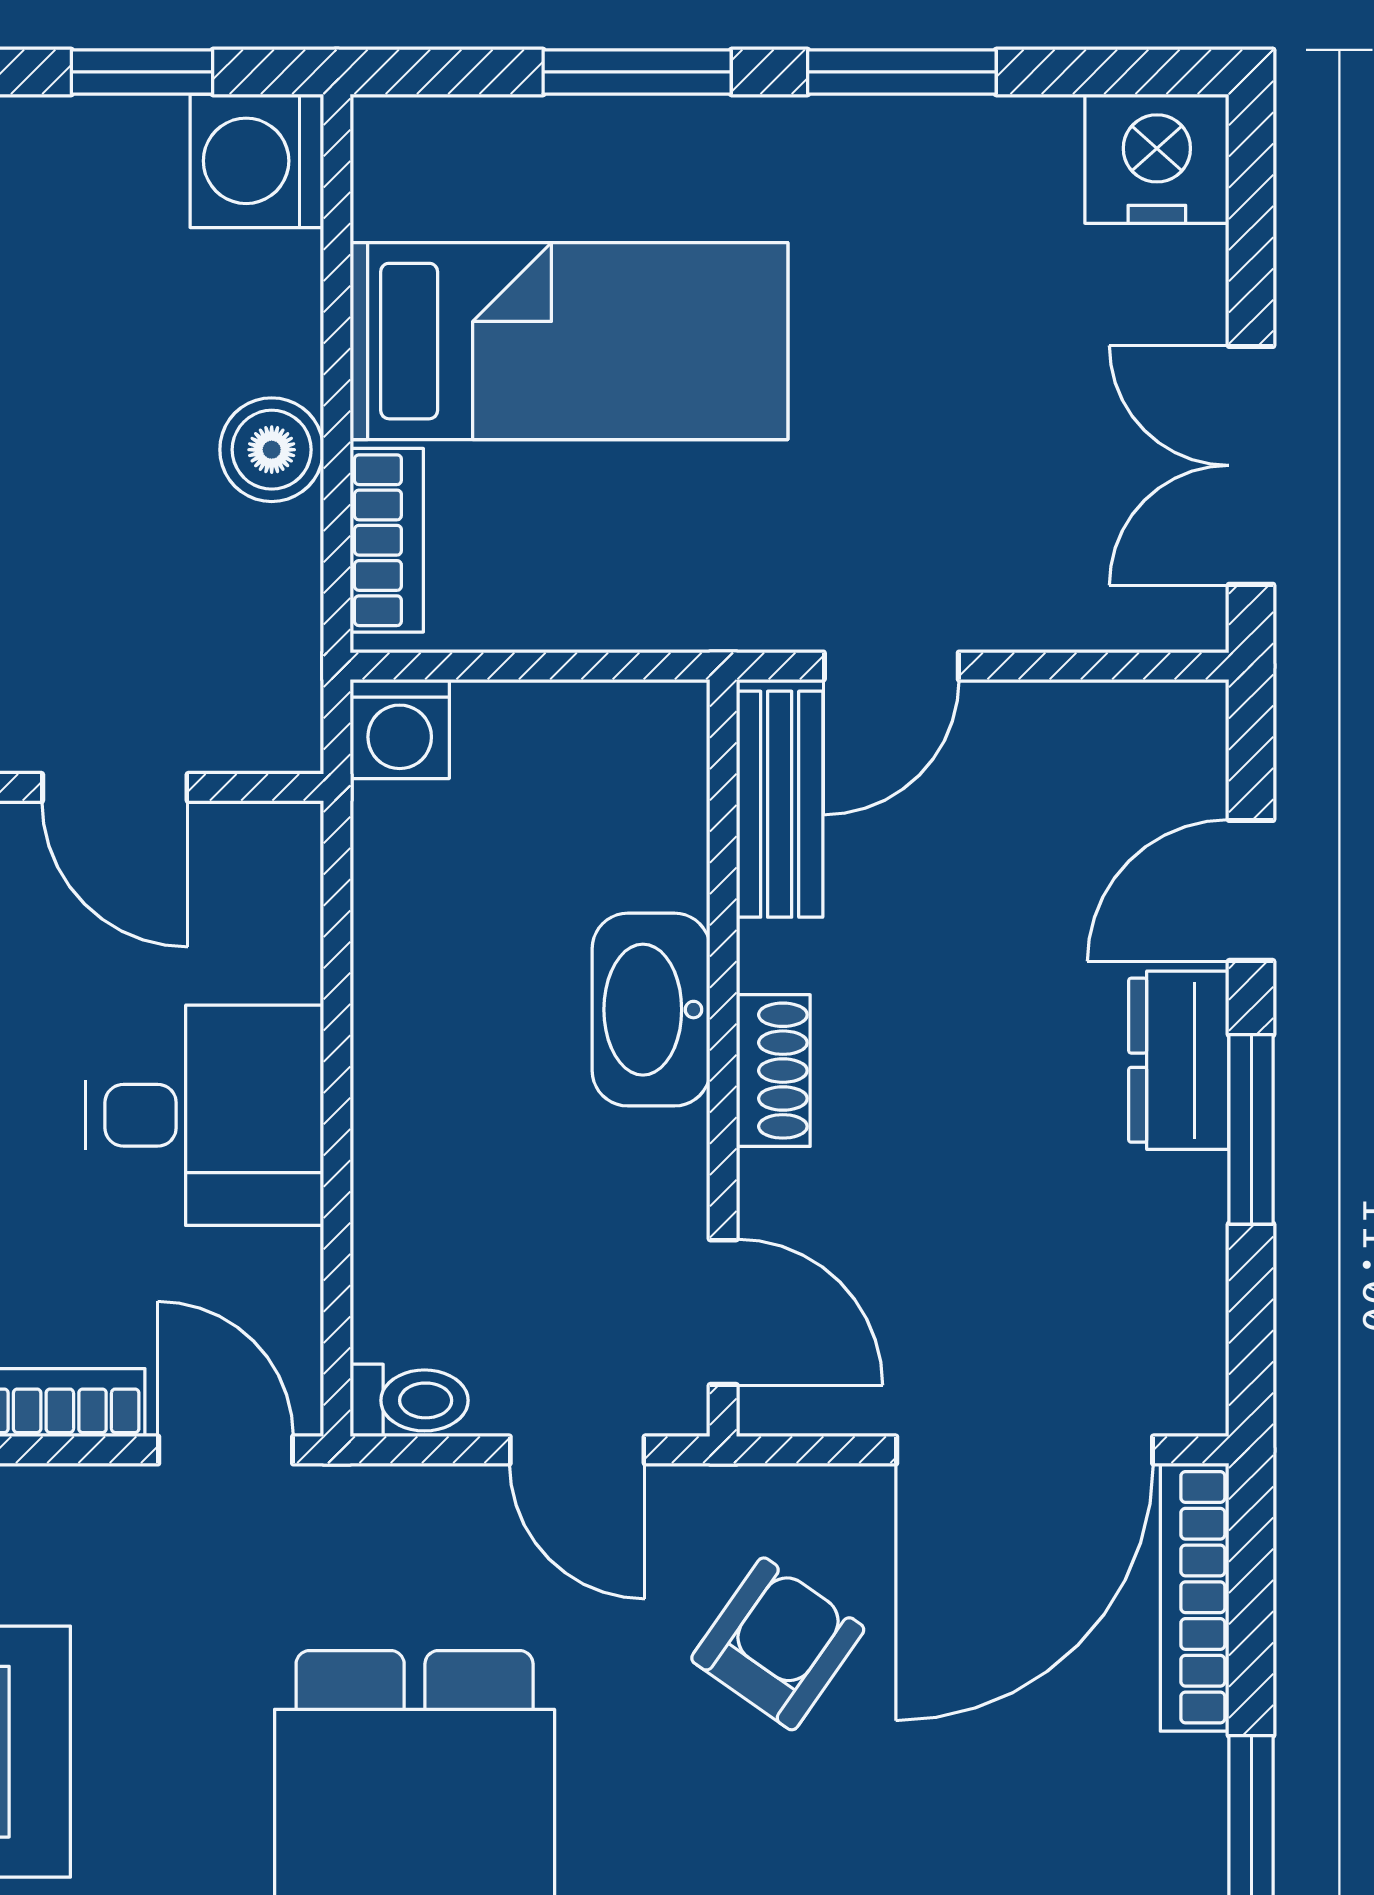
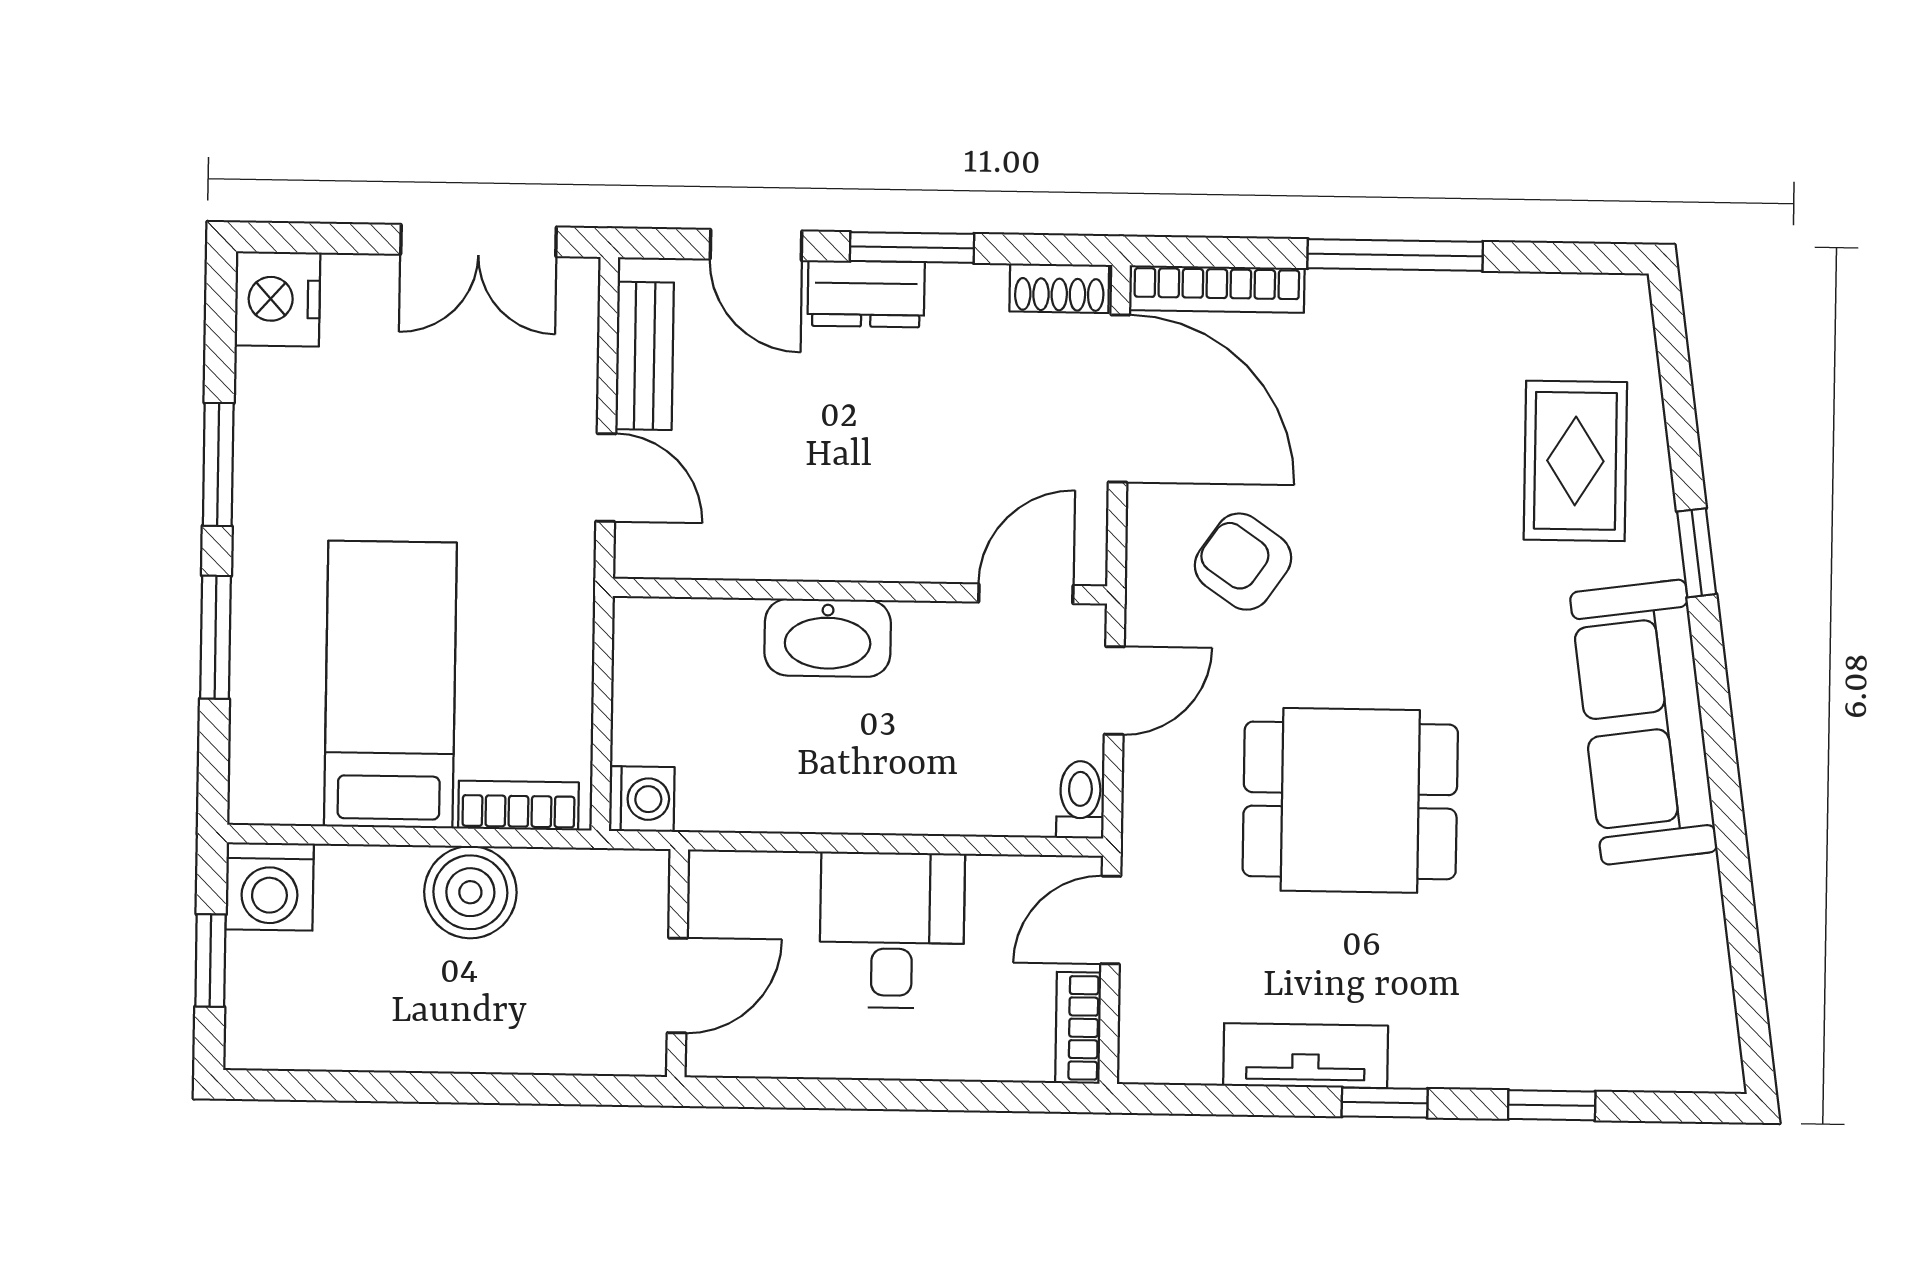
boiler: (272, 450) -> (470, 892), width x1.36, depth x1.36
bench: (780, 804) -> (645, 356), moved, turned 90
shoe rack: (773, 1071) -> (1059, 288), moved, turned 180

